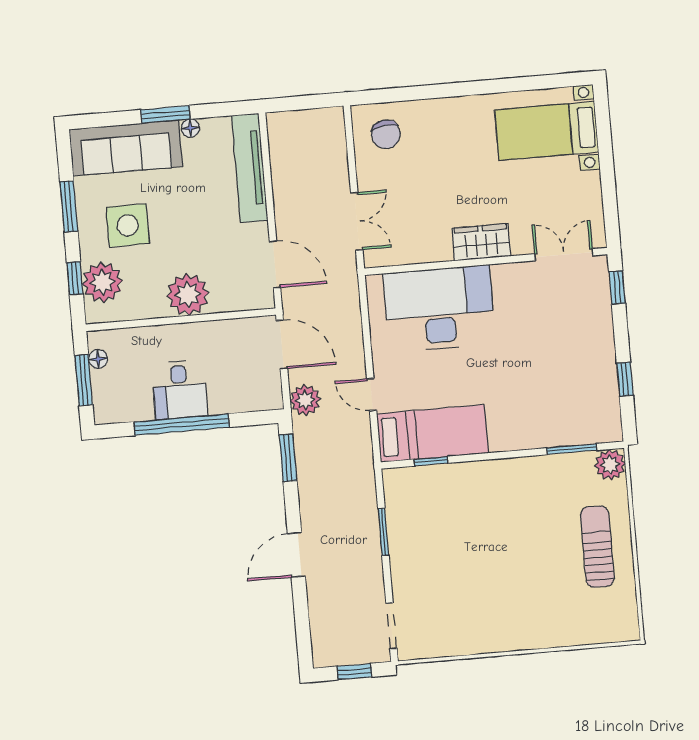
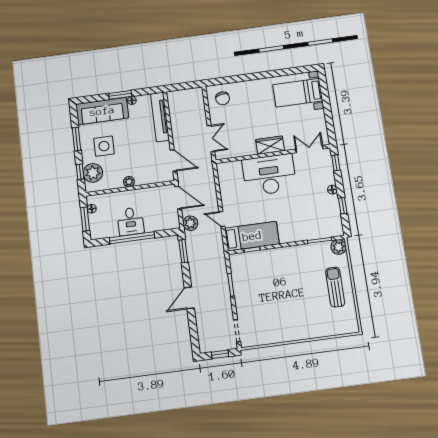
plant: (188, 294) -> (129, 182), width x0.53, depth x0.53
desk: (439, 309) -> (269, 175), moved
floor lamp: (606, 344) -> (332, 190), added

